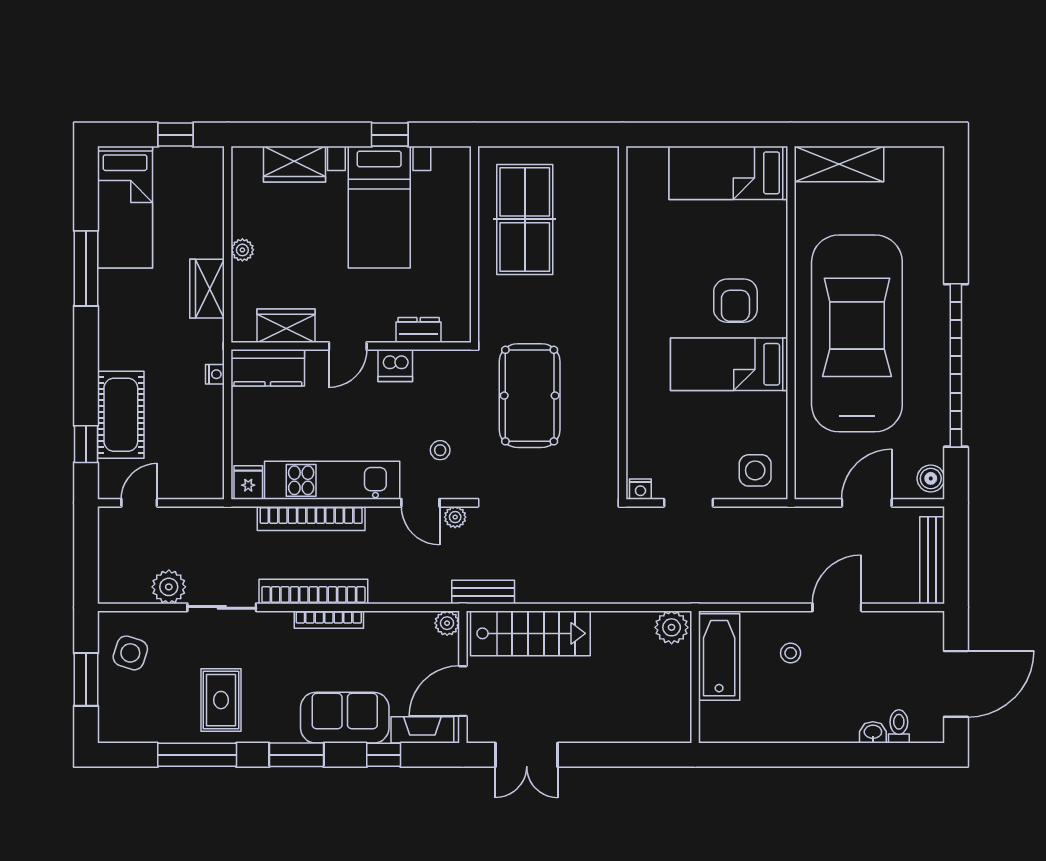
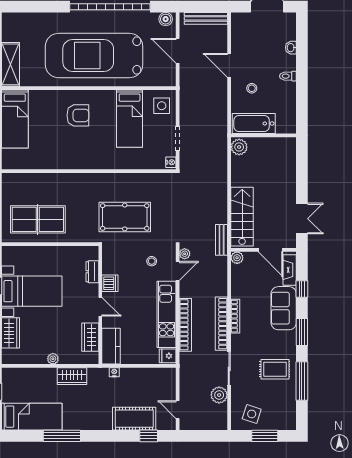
bed: (729, 364) -> (130, 119), moved
toilet: (899, 726) -> (288, 76), moved

